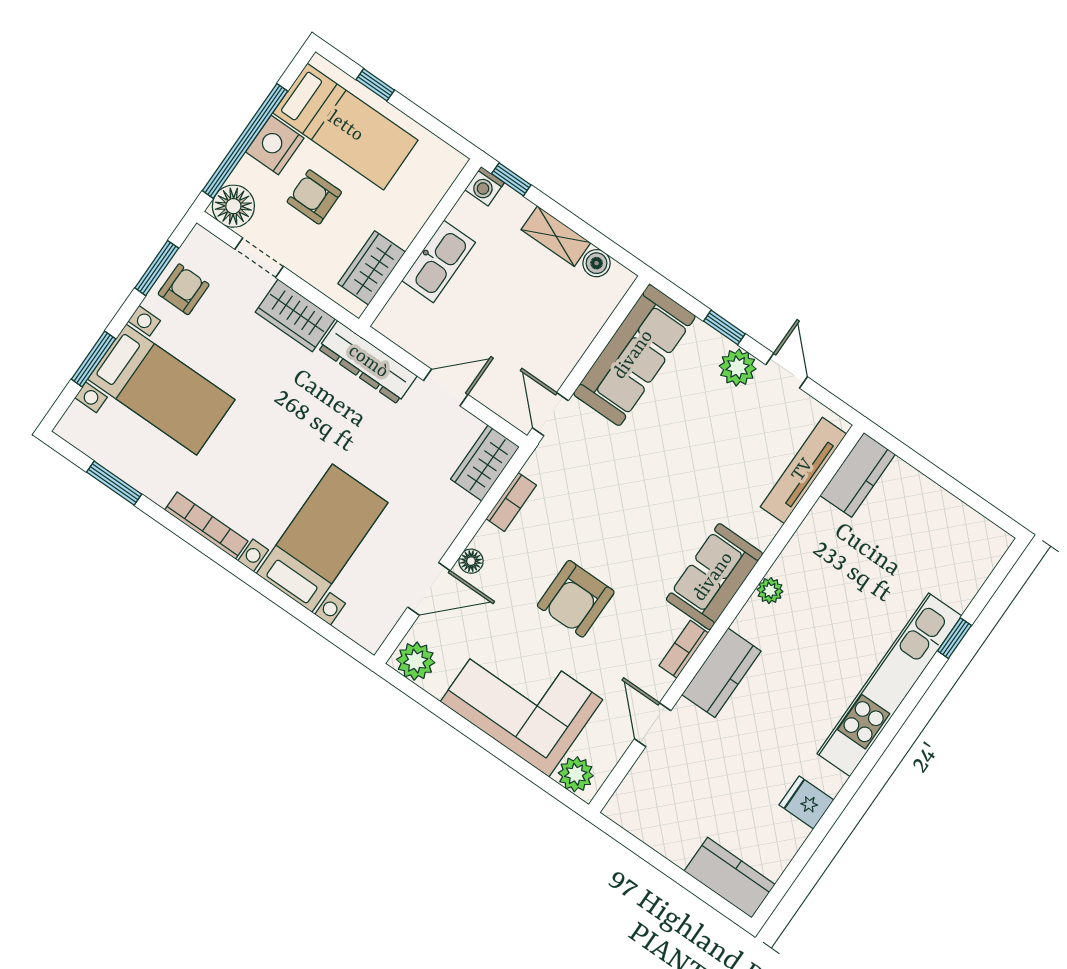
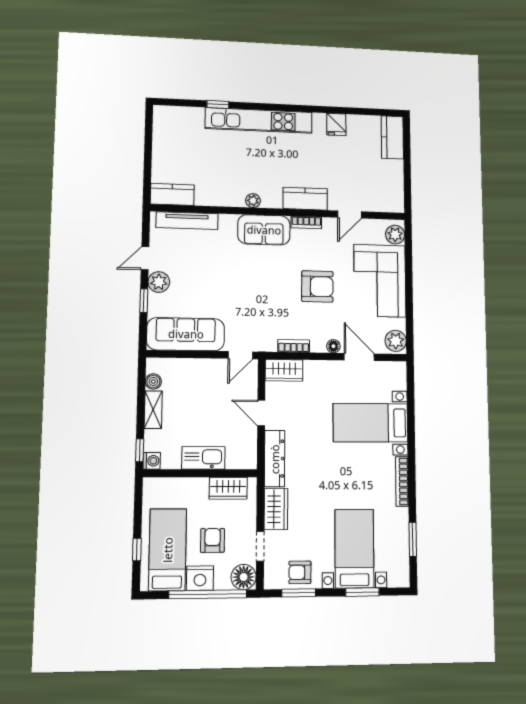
armchair: (314, 197) -> (213, 540), turned 180

